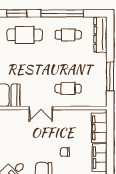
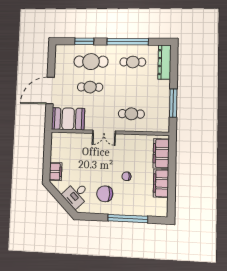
cafe table: (25, 62) -> (90, 87), added

